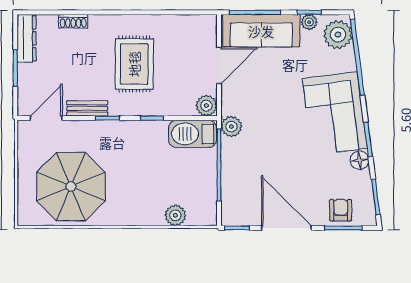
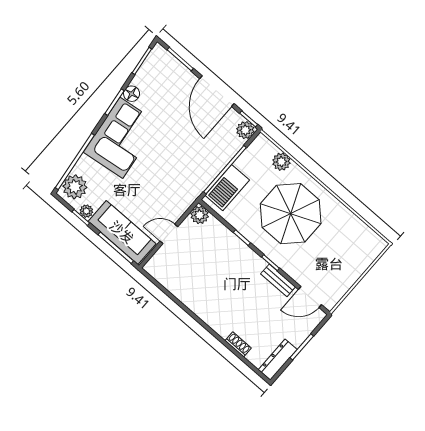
rug: (134, 64) -> (223, 282), removed
door: (219, 65) -> (169, 234), width x0.73
plant: (231, 127) -> (245, 130), moved
barbecue: (193, 134) -> (227, 188), moved, turned 90
parasol: (71, 186) -> (291, 214), moved
armchair: (341, 210) -> (172, 72), removed

